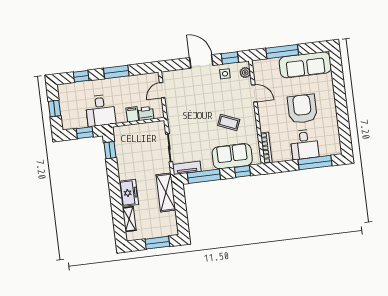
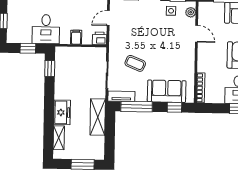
printer: (146, 113) -> (100, 38), moved
coffee table: (229, 122) -> (135, 63), moved

